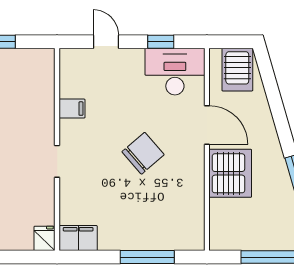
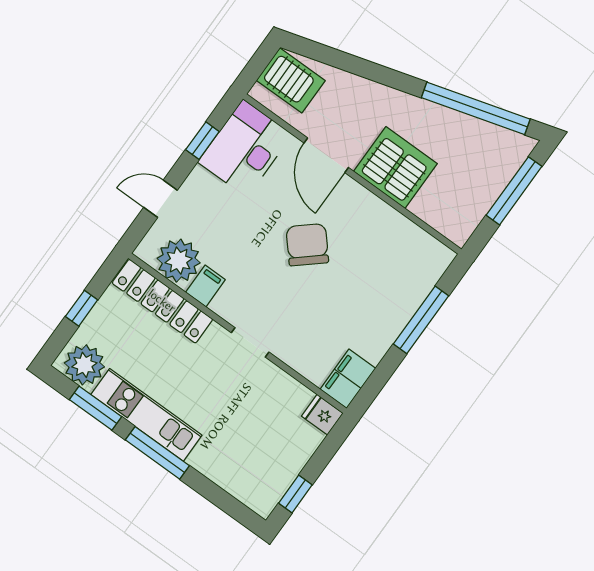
plant: (76, 81) -> (179, 261), added
locker: (43, 89) -> (162, 301), added
door: (207, 125) -> (326, 155), swing flipped

